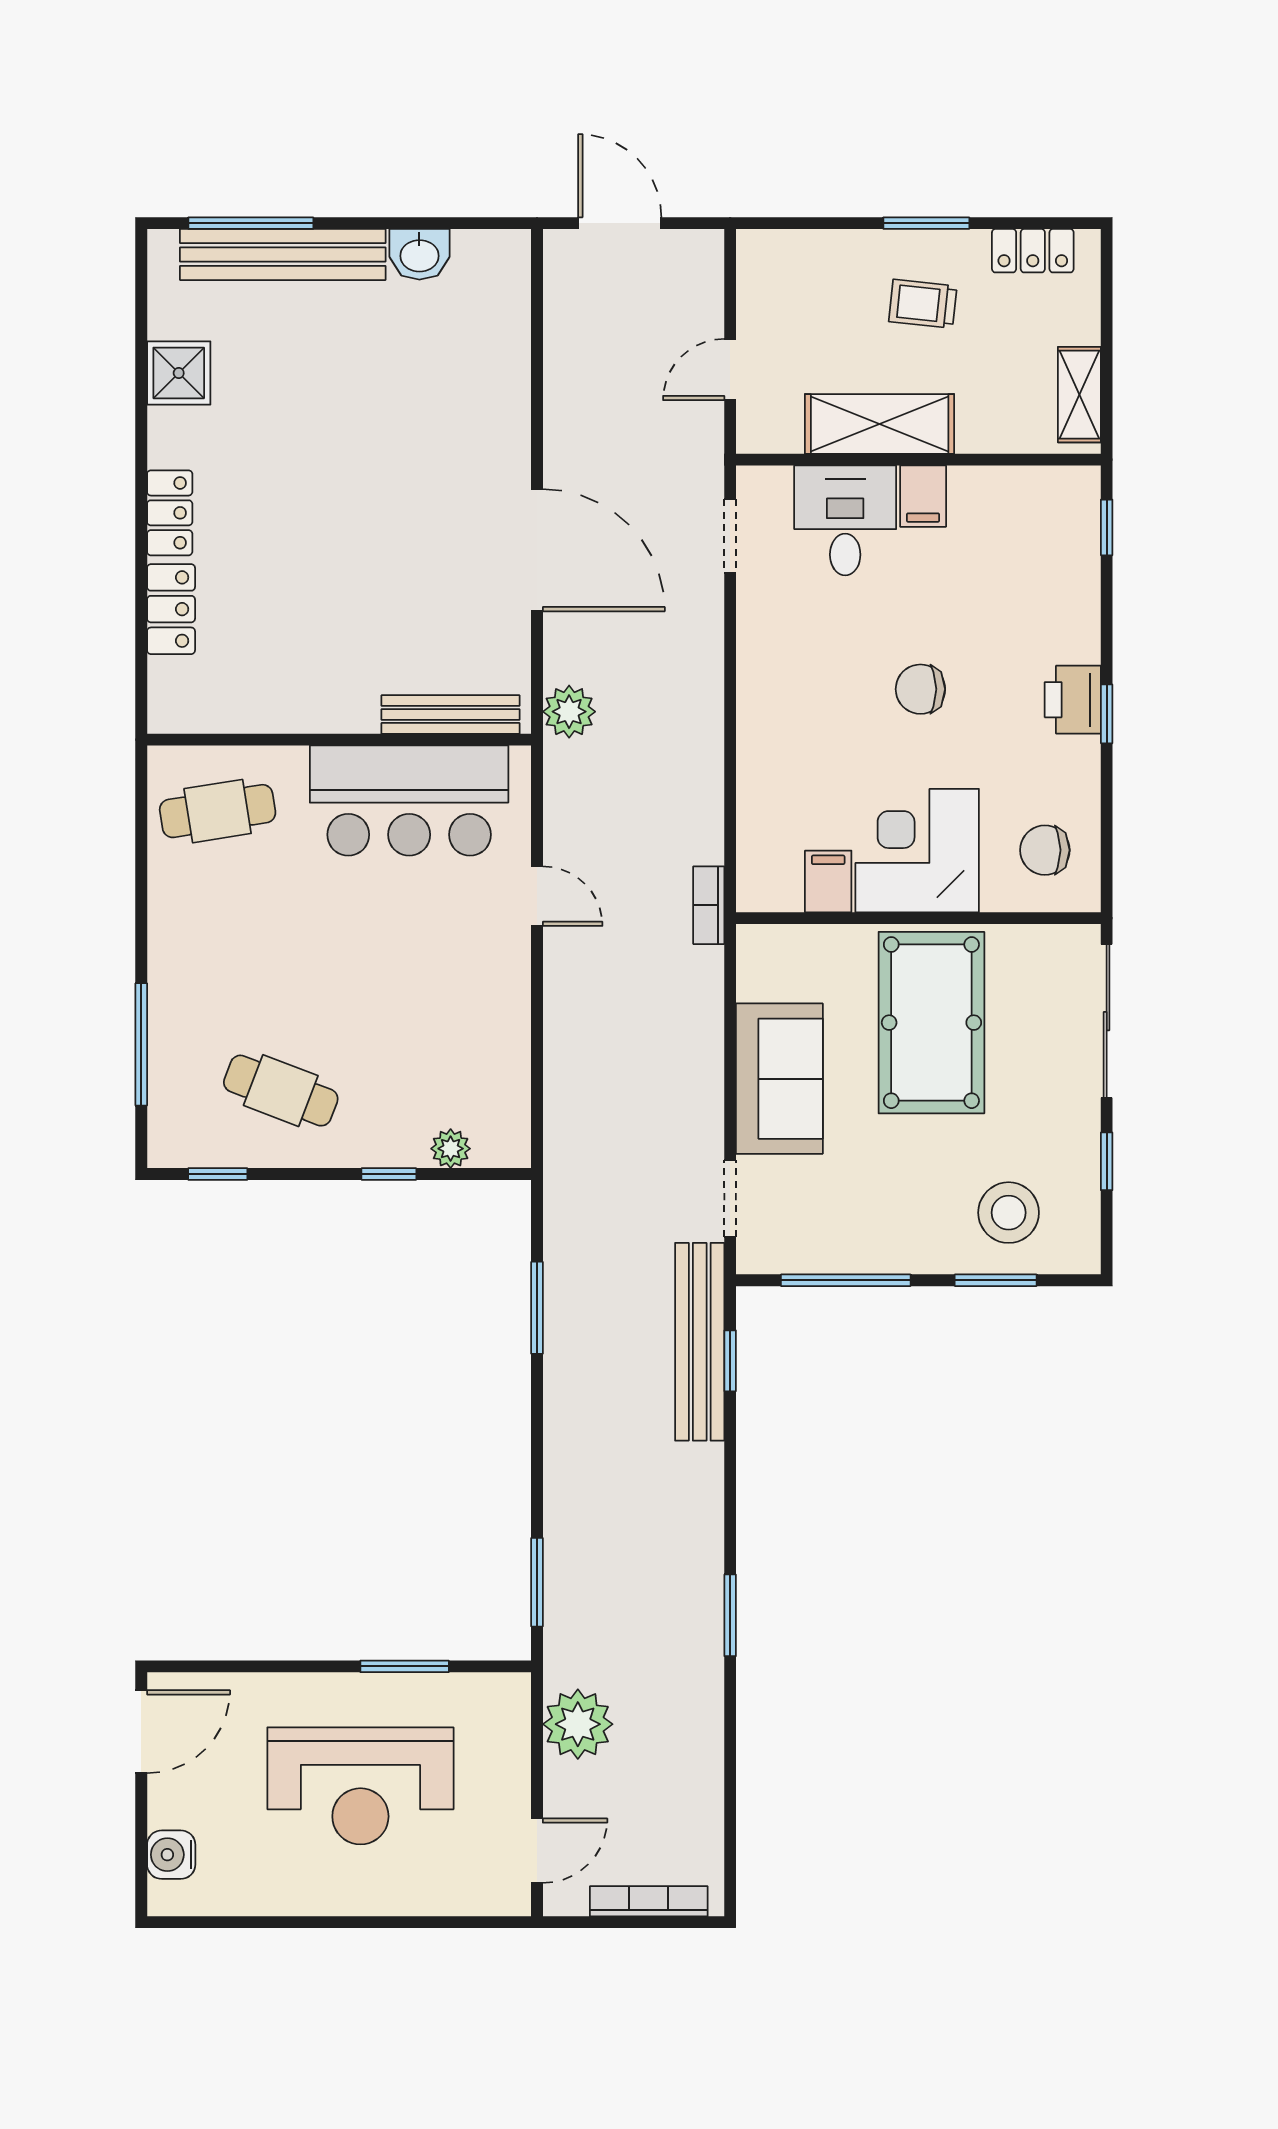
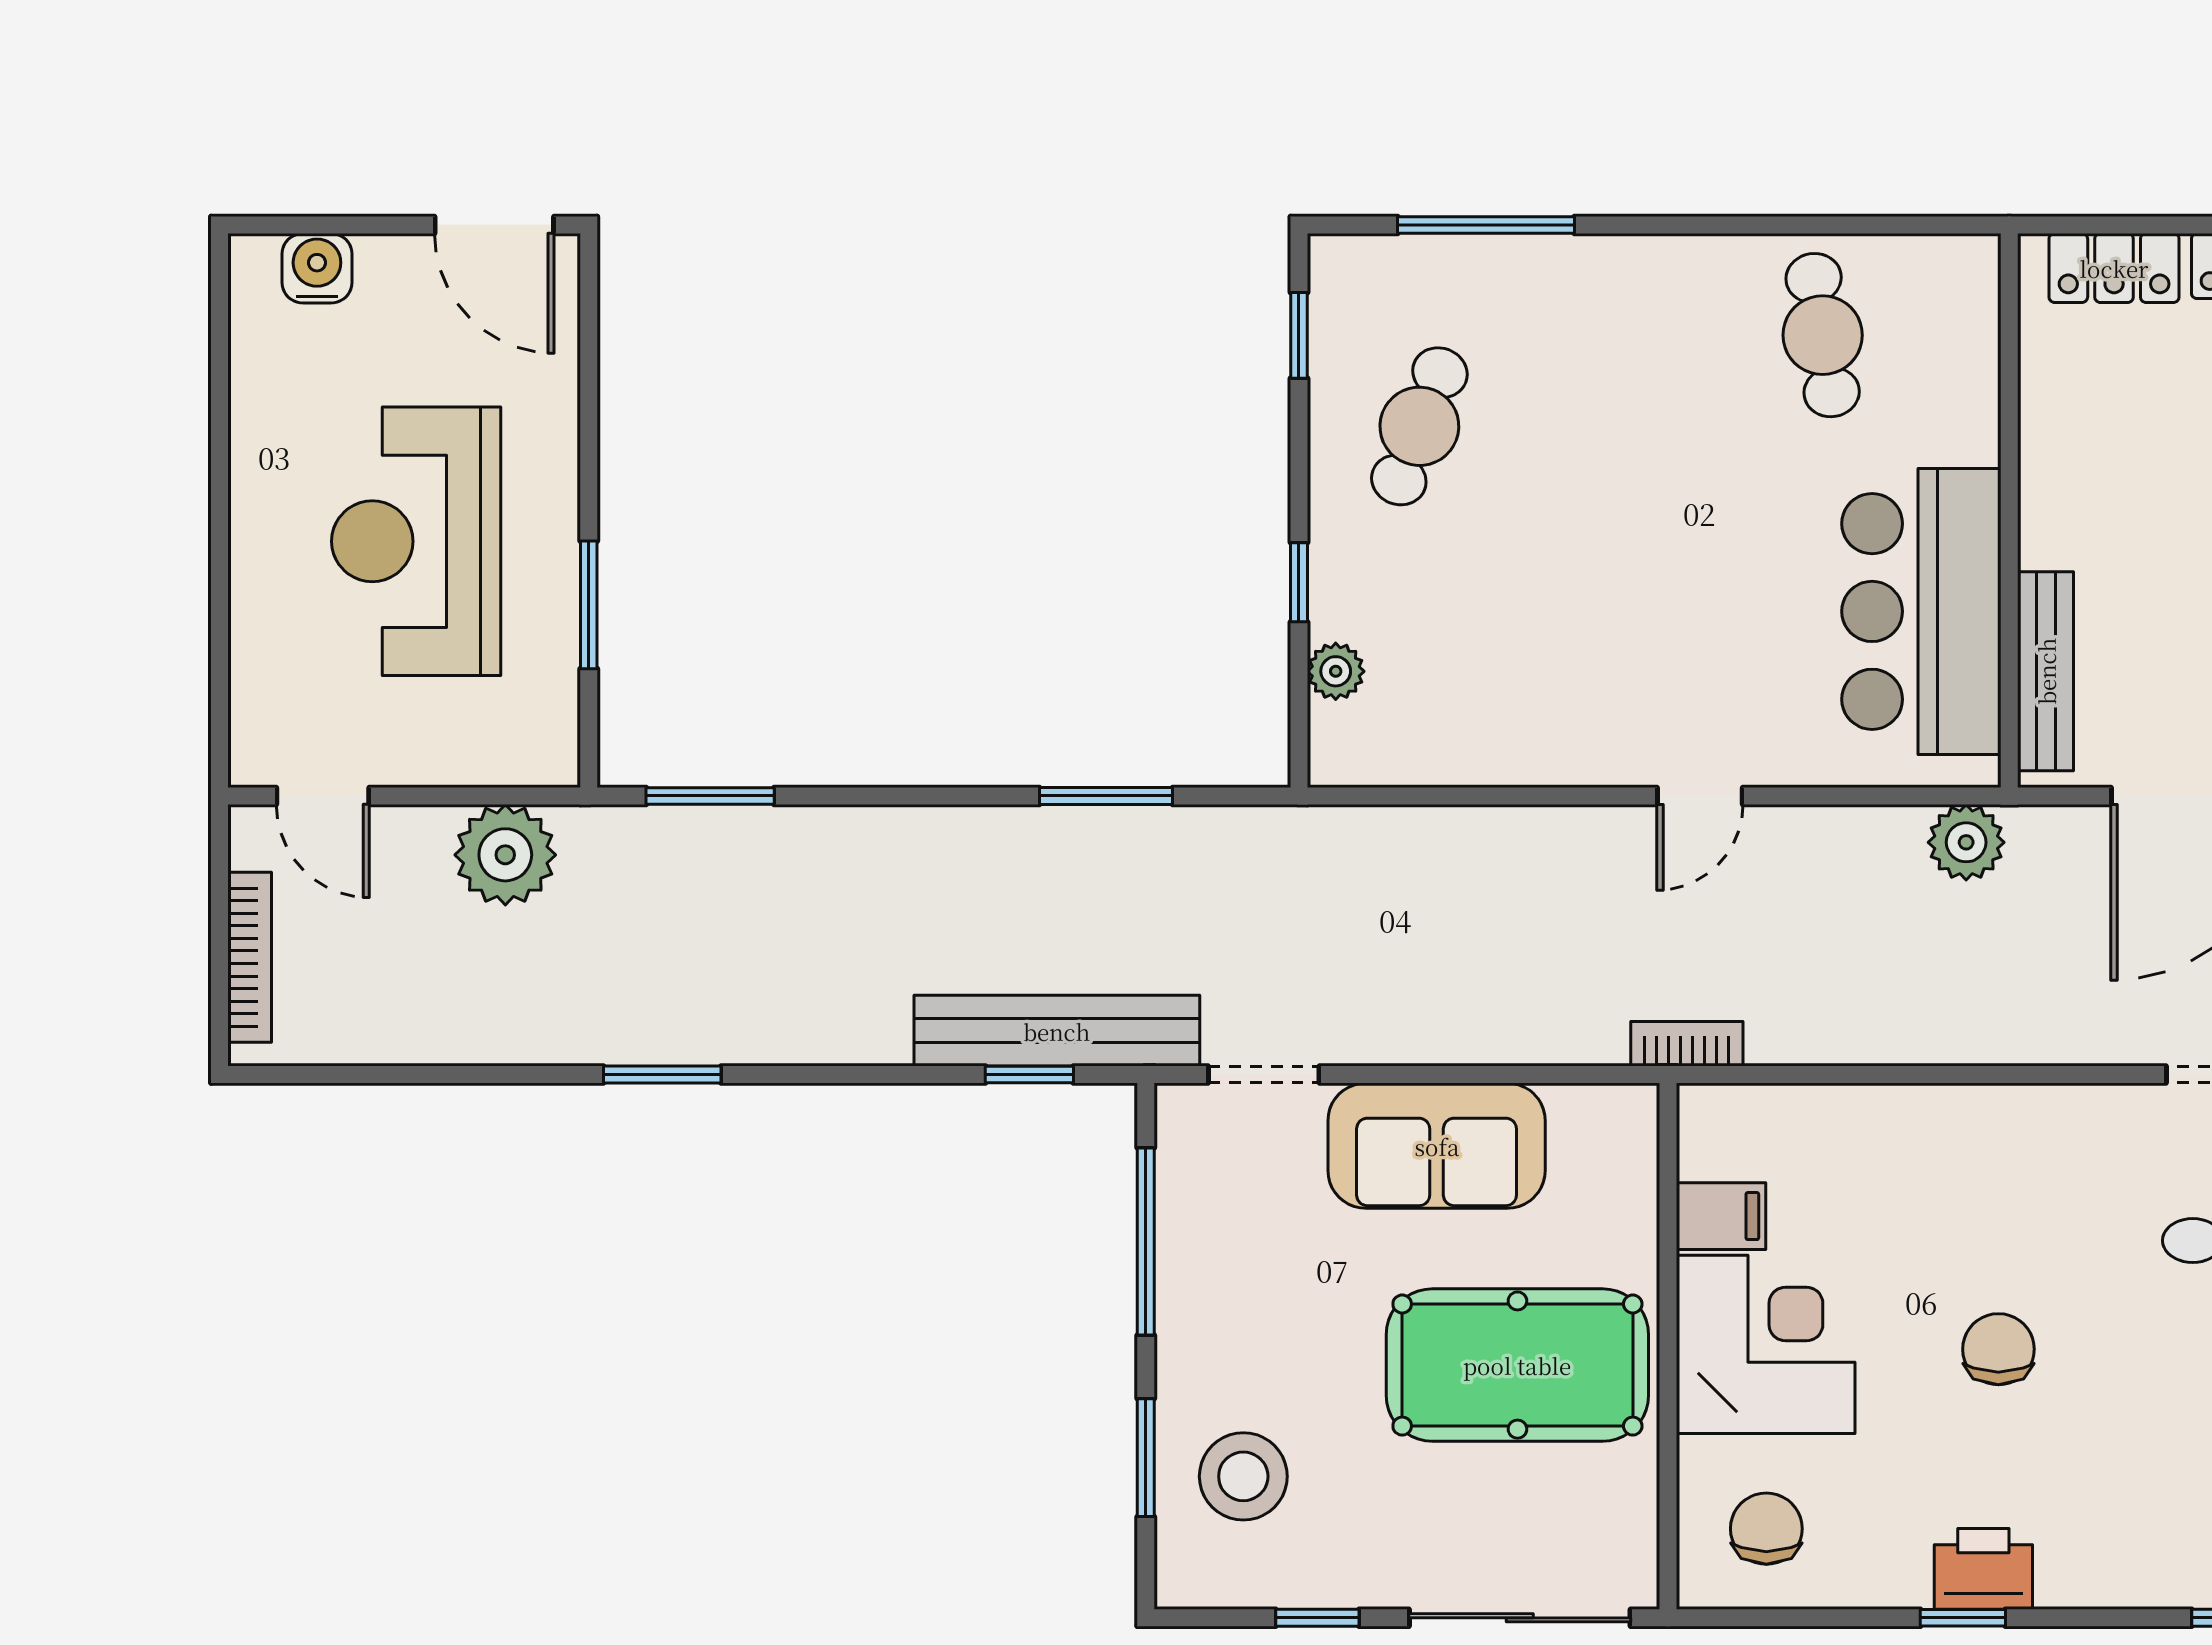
bench: (451, 714) -> (2046, 671), moved
wall: (339, 740) -> (2009, 510), moved
bar counter: (409, 801) -> (1921, 611), moved

